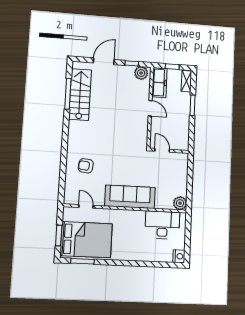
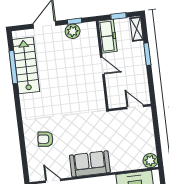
plant: (141, 73) -> (73, 31), moved
door: (162, 150) -> (135, 107), moved
sofa: (130, 197) -> (90, 164), width x0.73

